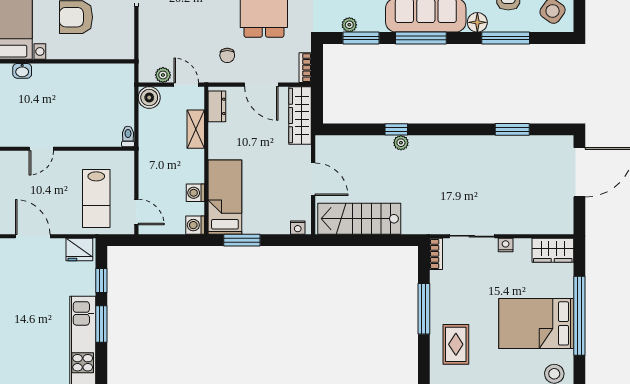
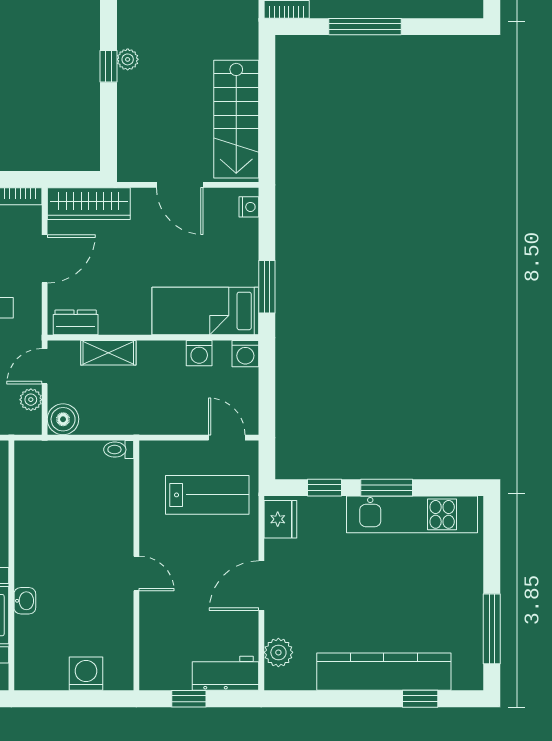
door: (313, 179) -> (180, 185), swing flipped
door: (136, 212) -> (227, 438), hinge flipped

